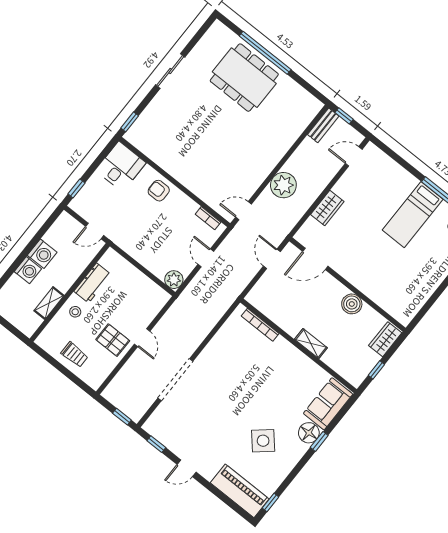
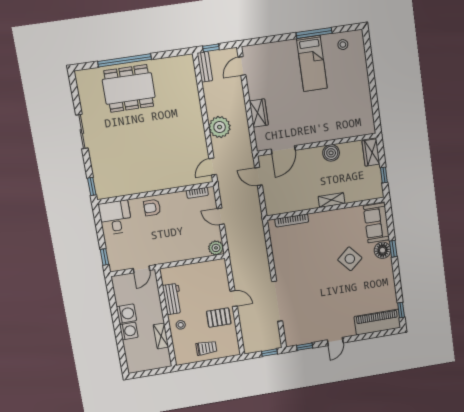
side table: (263, 441) -> (350, 259), moved

